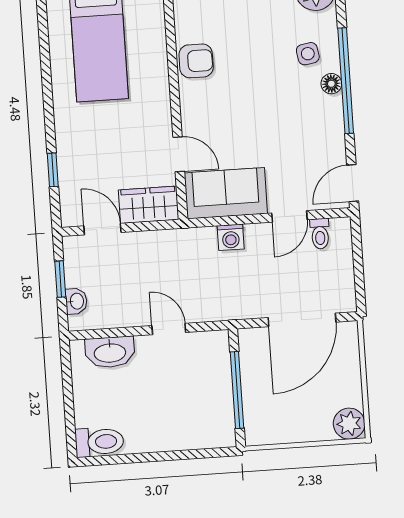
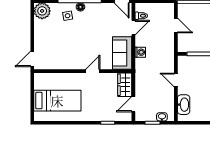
armchair: (196, 61) -> (67, 61), removed
door: (179, 154) -> (93, 71), moved
door: (289, 216) -> (133, 28), hinge flipped
door: (302, 320) -> (176, 25), width x0.53
door: (169, 329) -> (176, 80), hinge flipped

